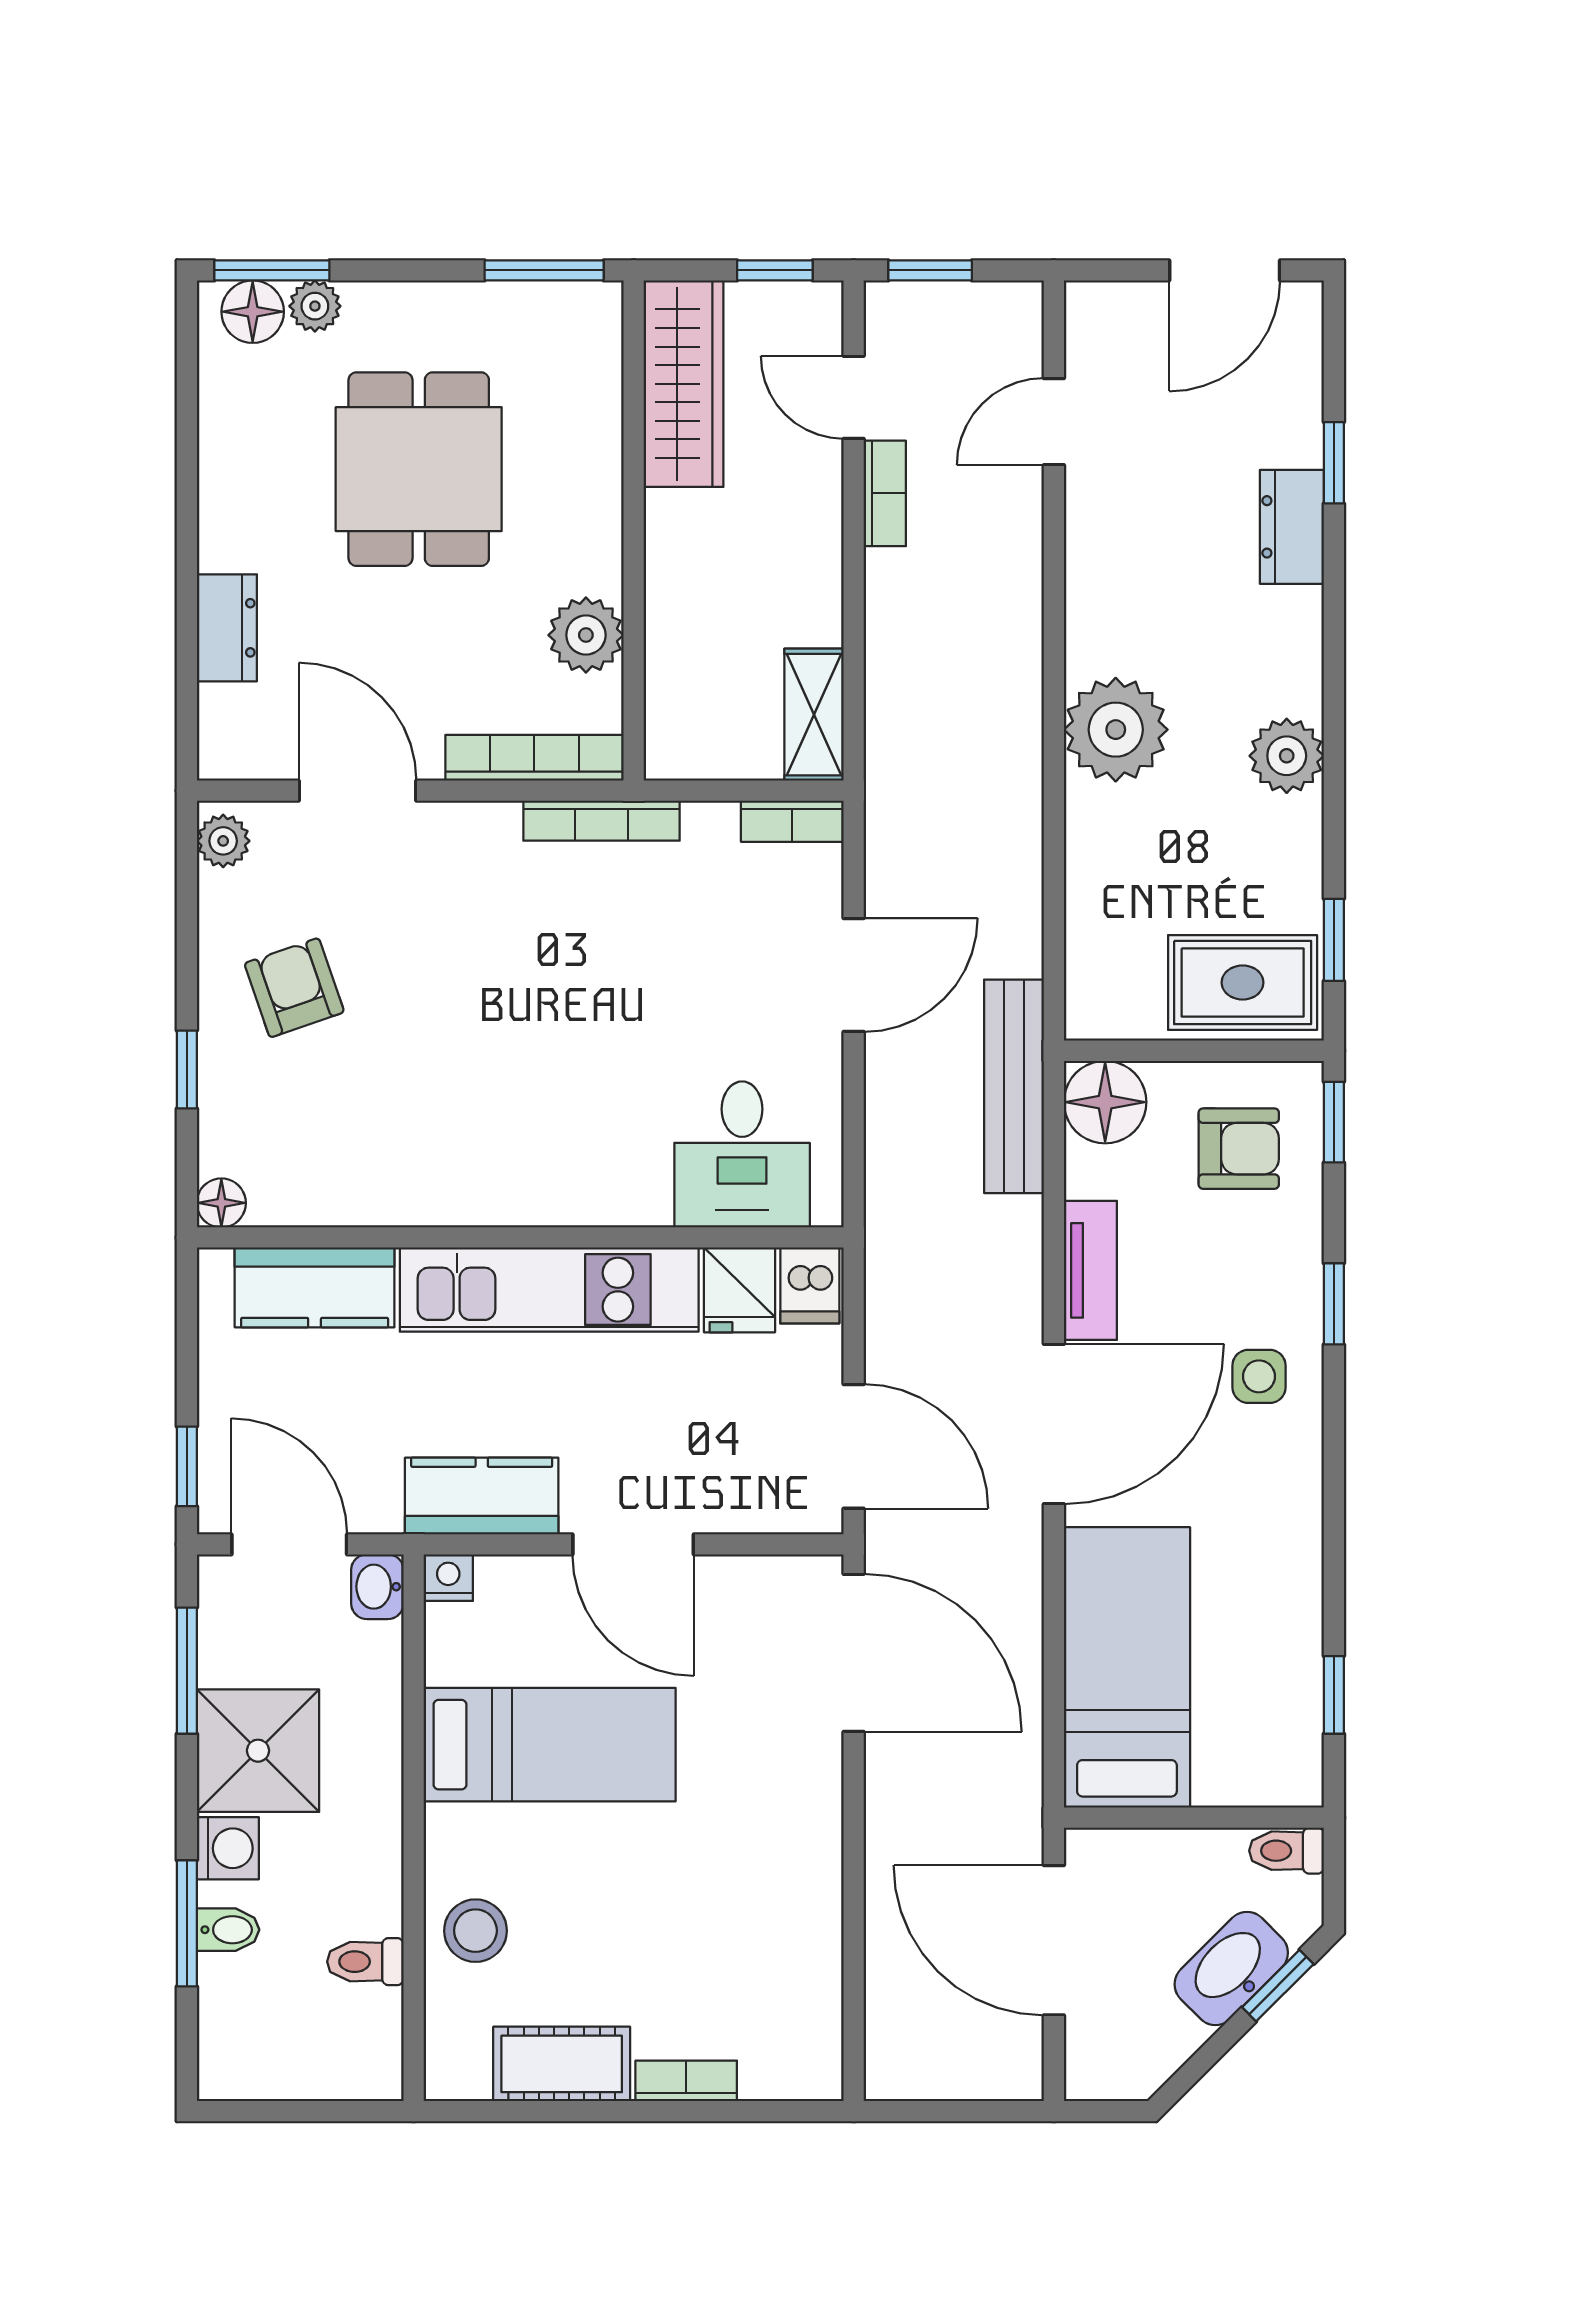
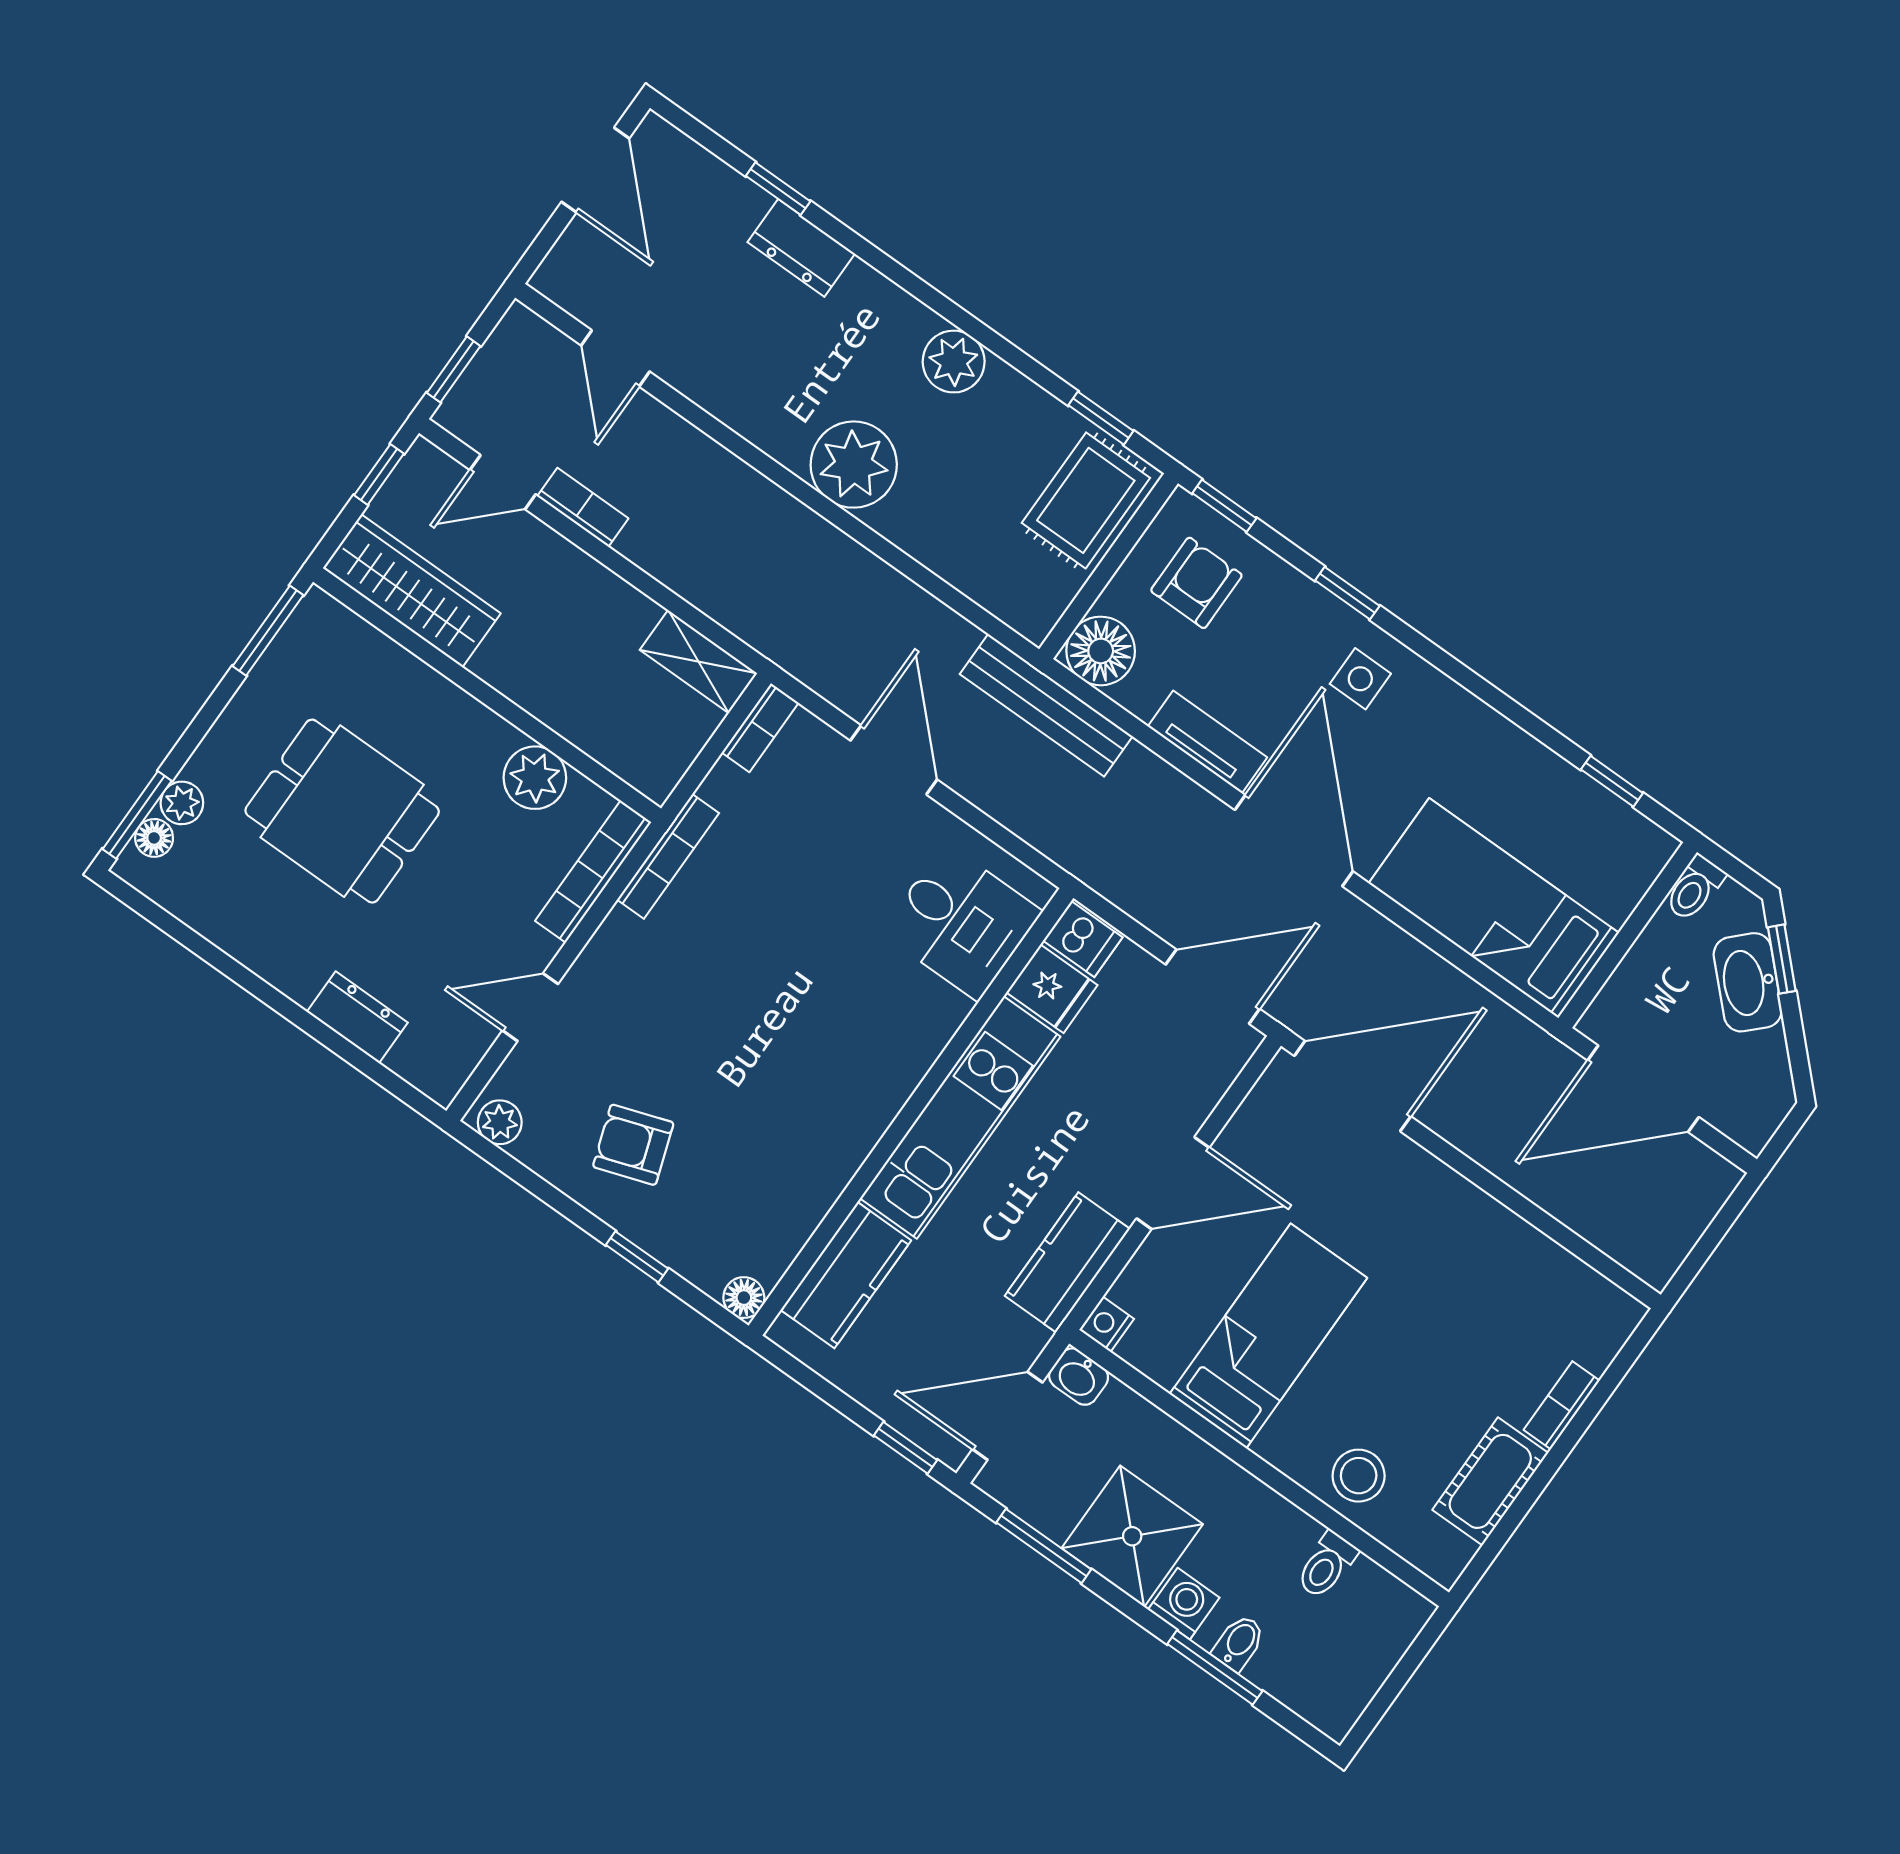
floor lamp: (253, 312) -> (154, 838), width x0.73, depth x0.73
door: (357, 791) -> (530, 1007), width x0.73

